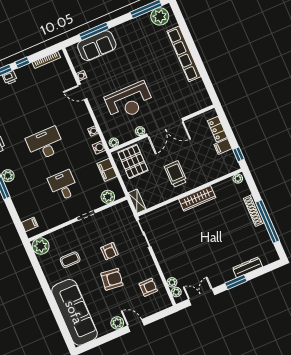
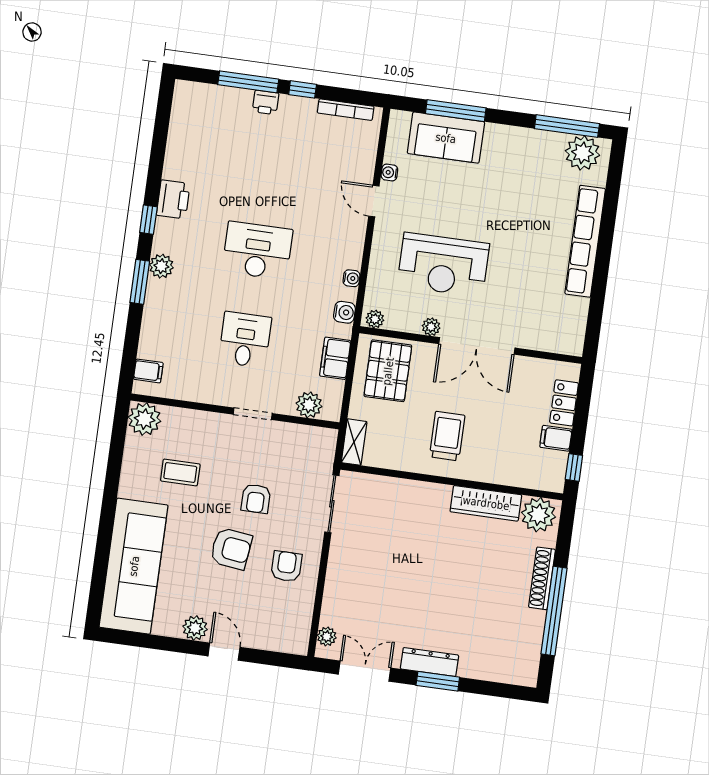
plant: (238, 179) -> (539, 515), width x1.88, depth x1.88
wardrobe: (197, 198) -> (486, 503), moved
dresser: (247, 267) -> (430, 662), moved
plant: (172, 282) -> (330, 616), removed
armchair: (148, 287) -> (286, 566), moved, turned -90

